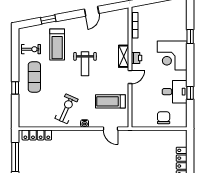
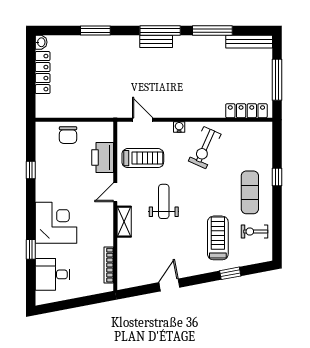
printer: (137, 58) -> (103, 158), moved, width x1.87, depth x1.48
weight bench: (85, 64) -> (164, 201), moved
desk: (175, 92) -> (53, 274), moved

